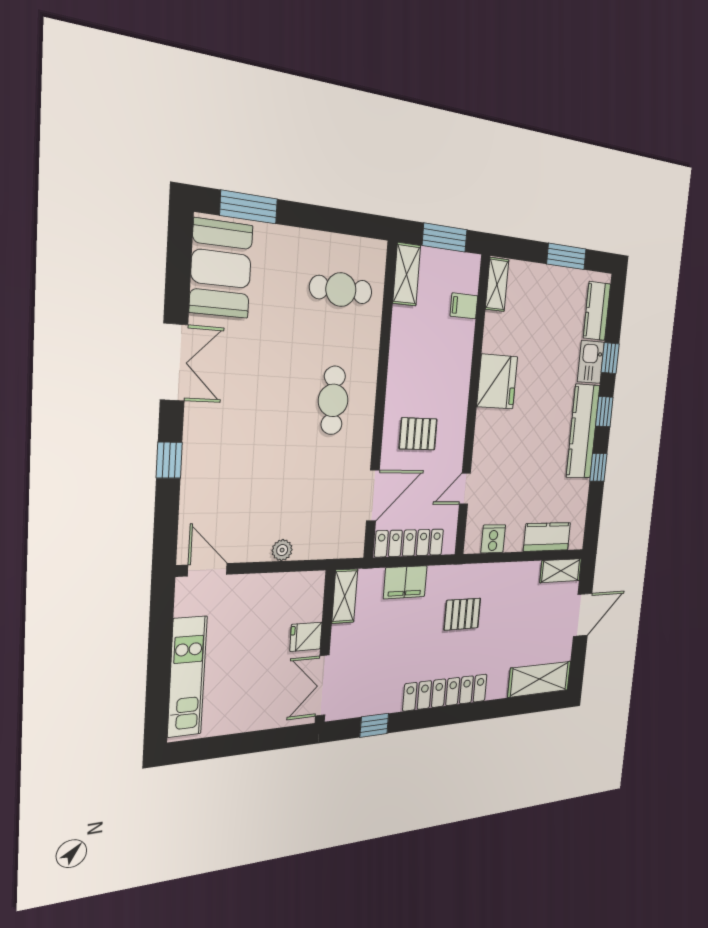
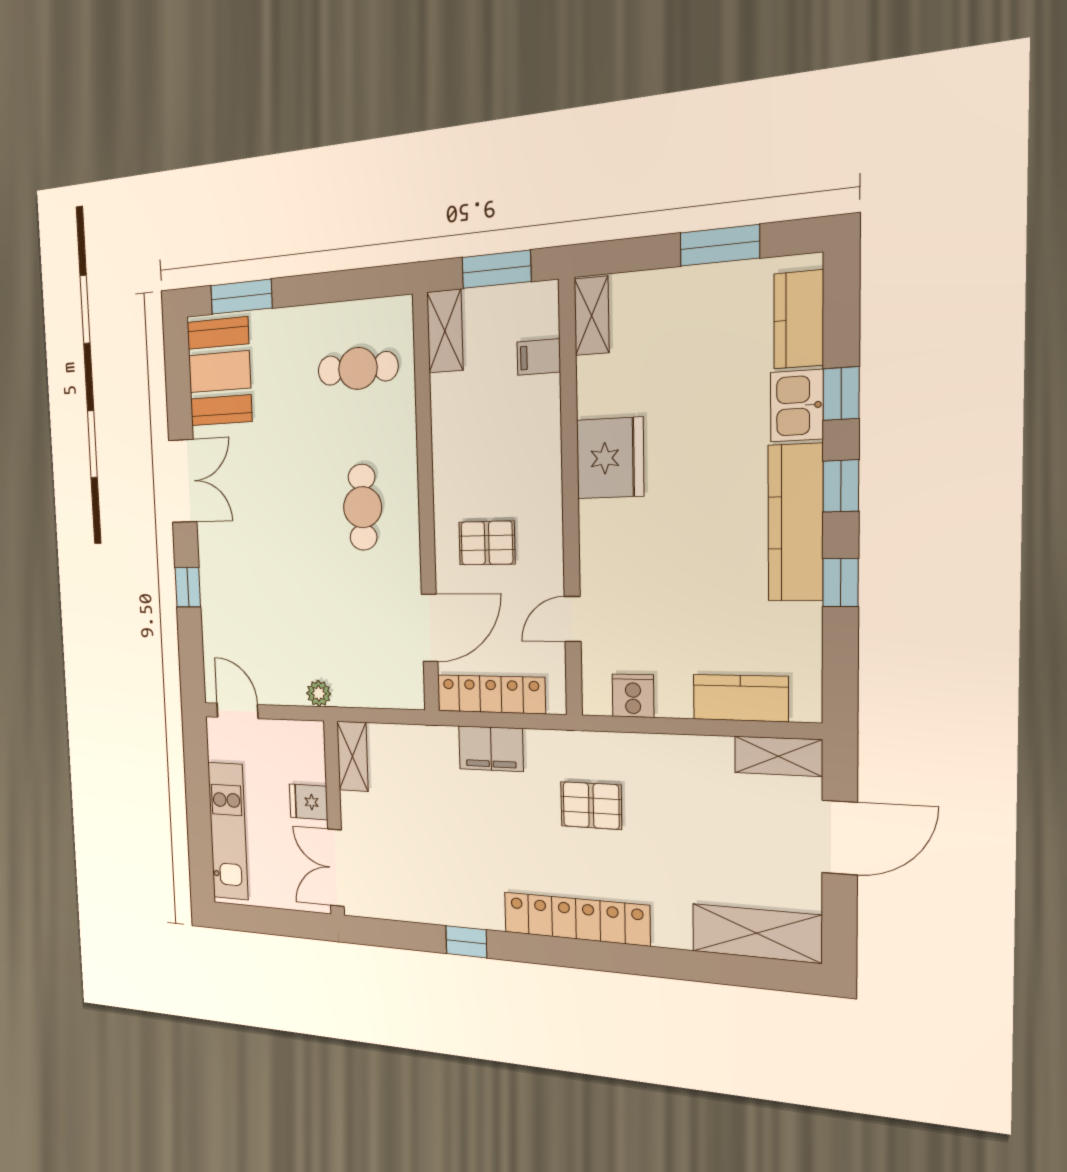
shelving: (345, 596) -> (352, 756), moved
fridge: (306, 637) -> (309, 802), moved
wall: (325, 647) -> (334, 819), moved
double door: (322, 686) -> (336, 868), moved

